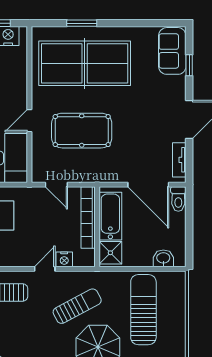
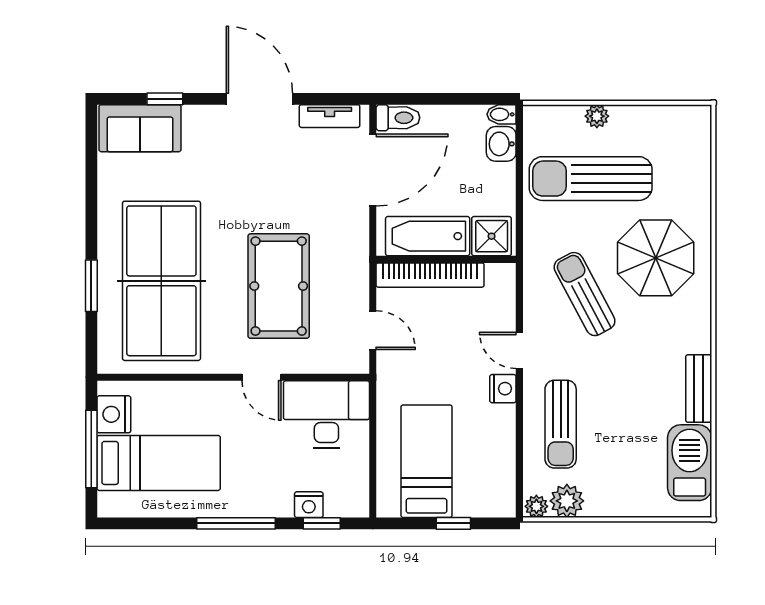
door: (56, 185) -> (373, 330), hinge flipped
nightstand: (64, 259) -> (503, 389), moved
bidet: (180, 259) -> (502, 114), added
plant: (179, 313) -> (597, 116), added

